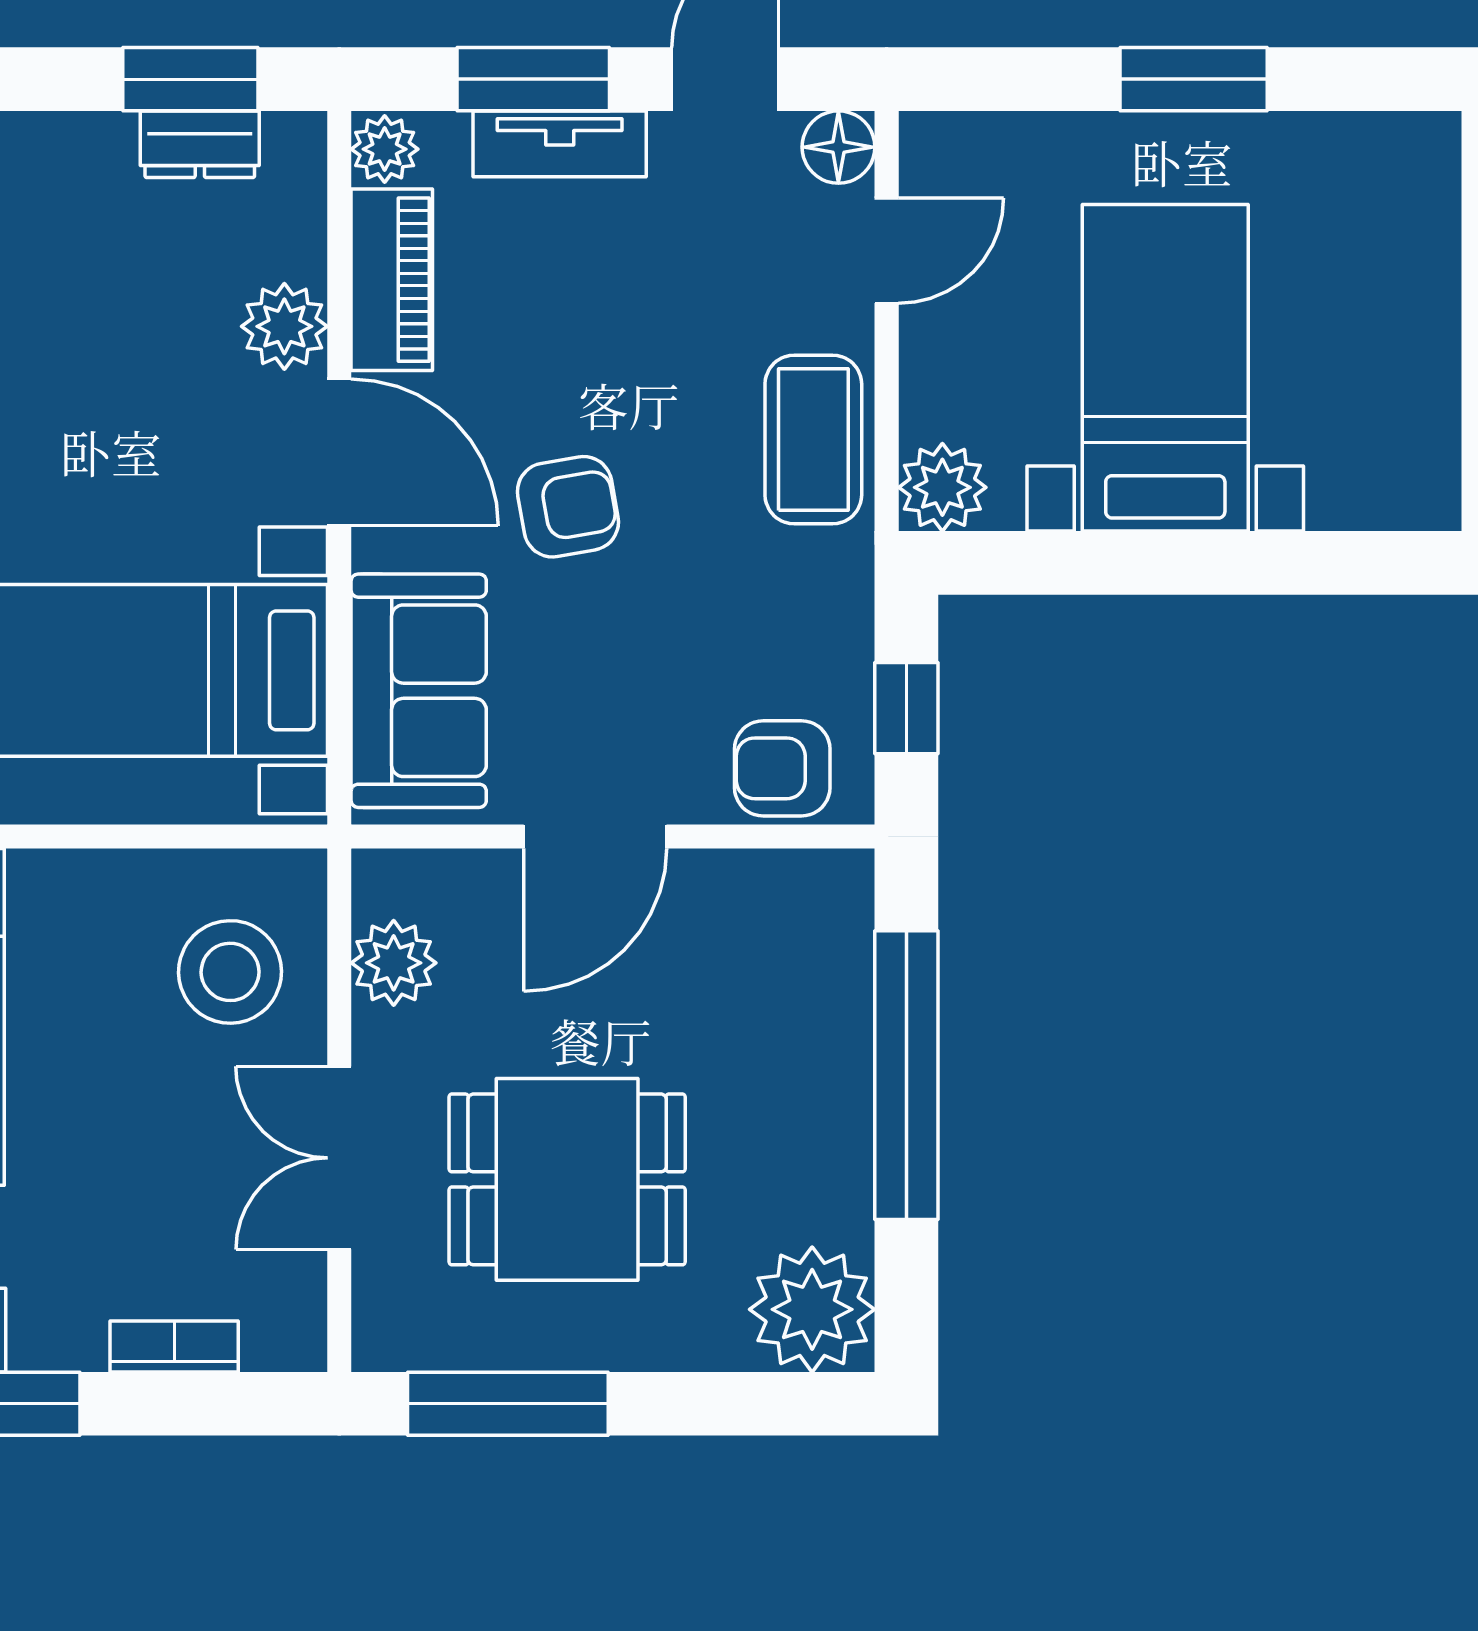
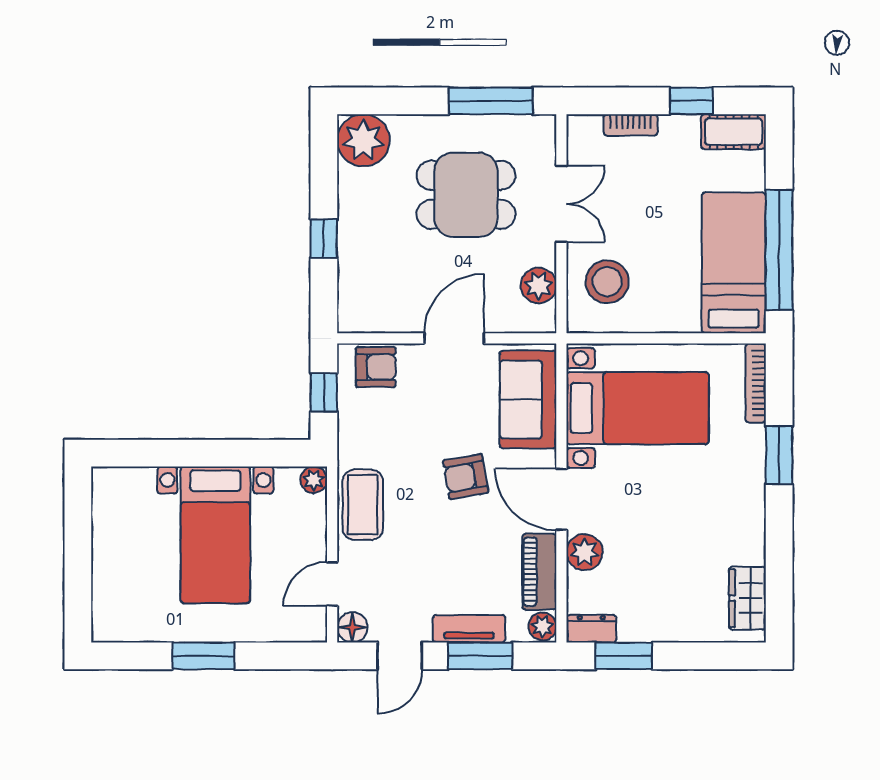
dresser: (200, 144) -> (591, 629), moved
plant: (942, 487) -> (314, 480), width x0.73, depth x0.73
window: (906, 1075) -> (324, 238), width x0.32

